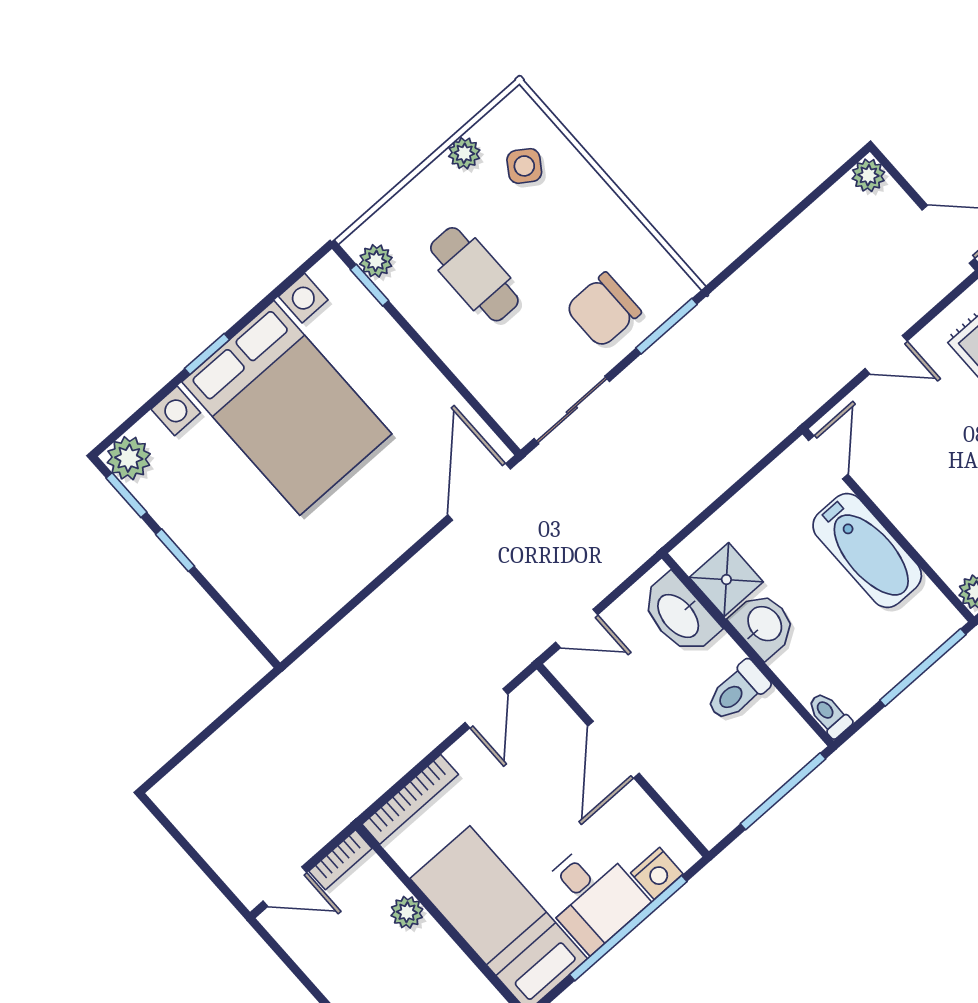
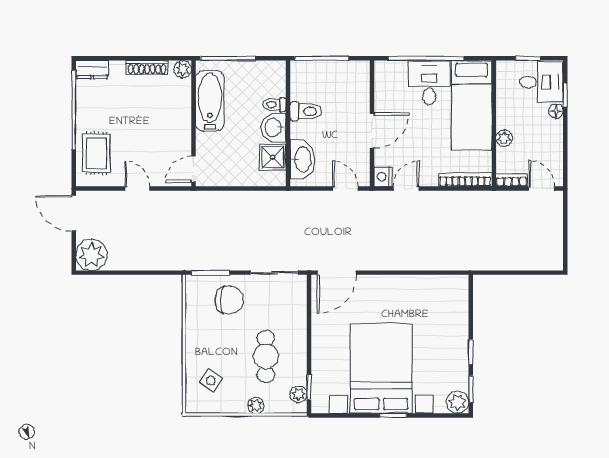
plant: (464, 153) -> (256, 405), moved
plant: (868, 175) -> (91, 255), width x1.88, depth x1.88
bathtub: (867, 550) -> (210, 101), moved
toilet: (829, 715) -> (275, 105), moved, turned 90
nightstand: (657, 873) -> (383, 177), moved, turned -90

